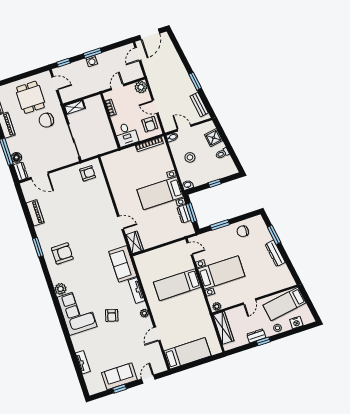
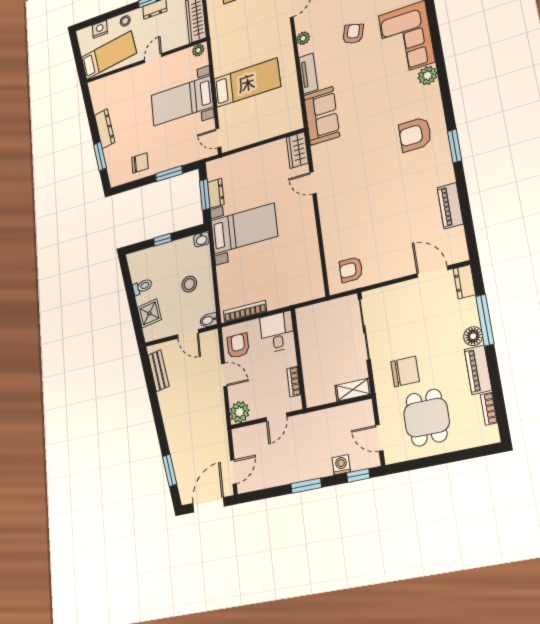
washing machine: (92, 61) -> (341, 465), moved
window: (195, 81) -> (170, 470), moved
floor lamp: (16, 157) -> (473, 336), moved

